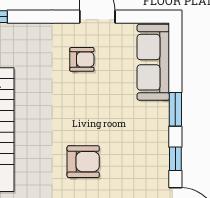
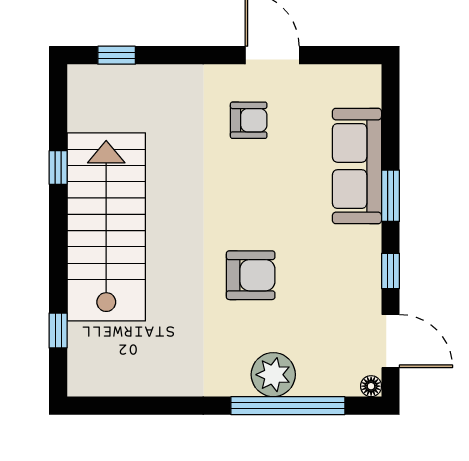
sofa: (153, 62) -> (357, 166), moved

